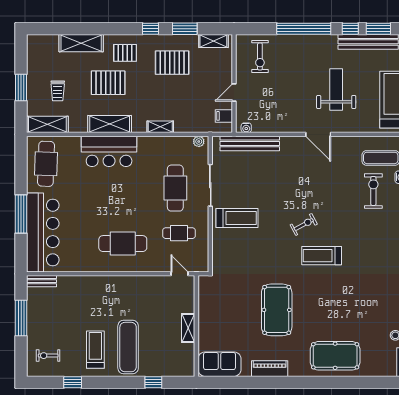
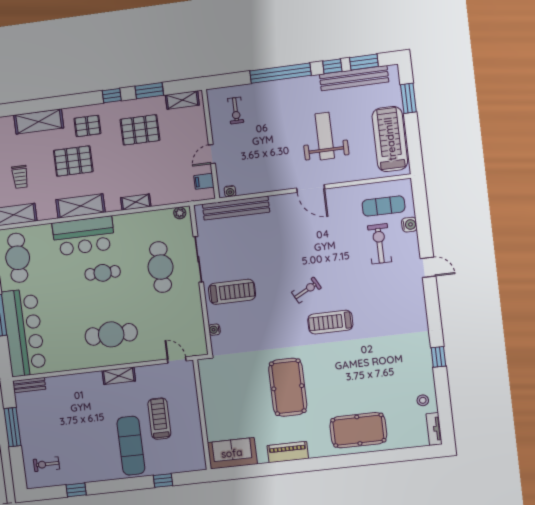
exercise bike: (260, 56) -> (236, 110), width x0.73, depth x0.72
cafe table: (179, 233) -> (103, 273), moved
water cooler: (217, 250) -> (214, 330), added
shelving: (188, 328) -> (119, 376), moved, turned 90
treadmill: (95, 350) -> (159, 419), moved

